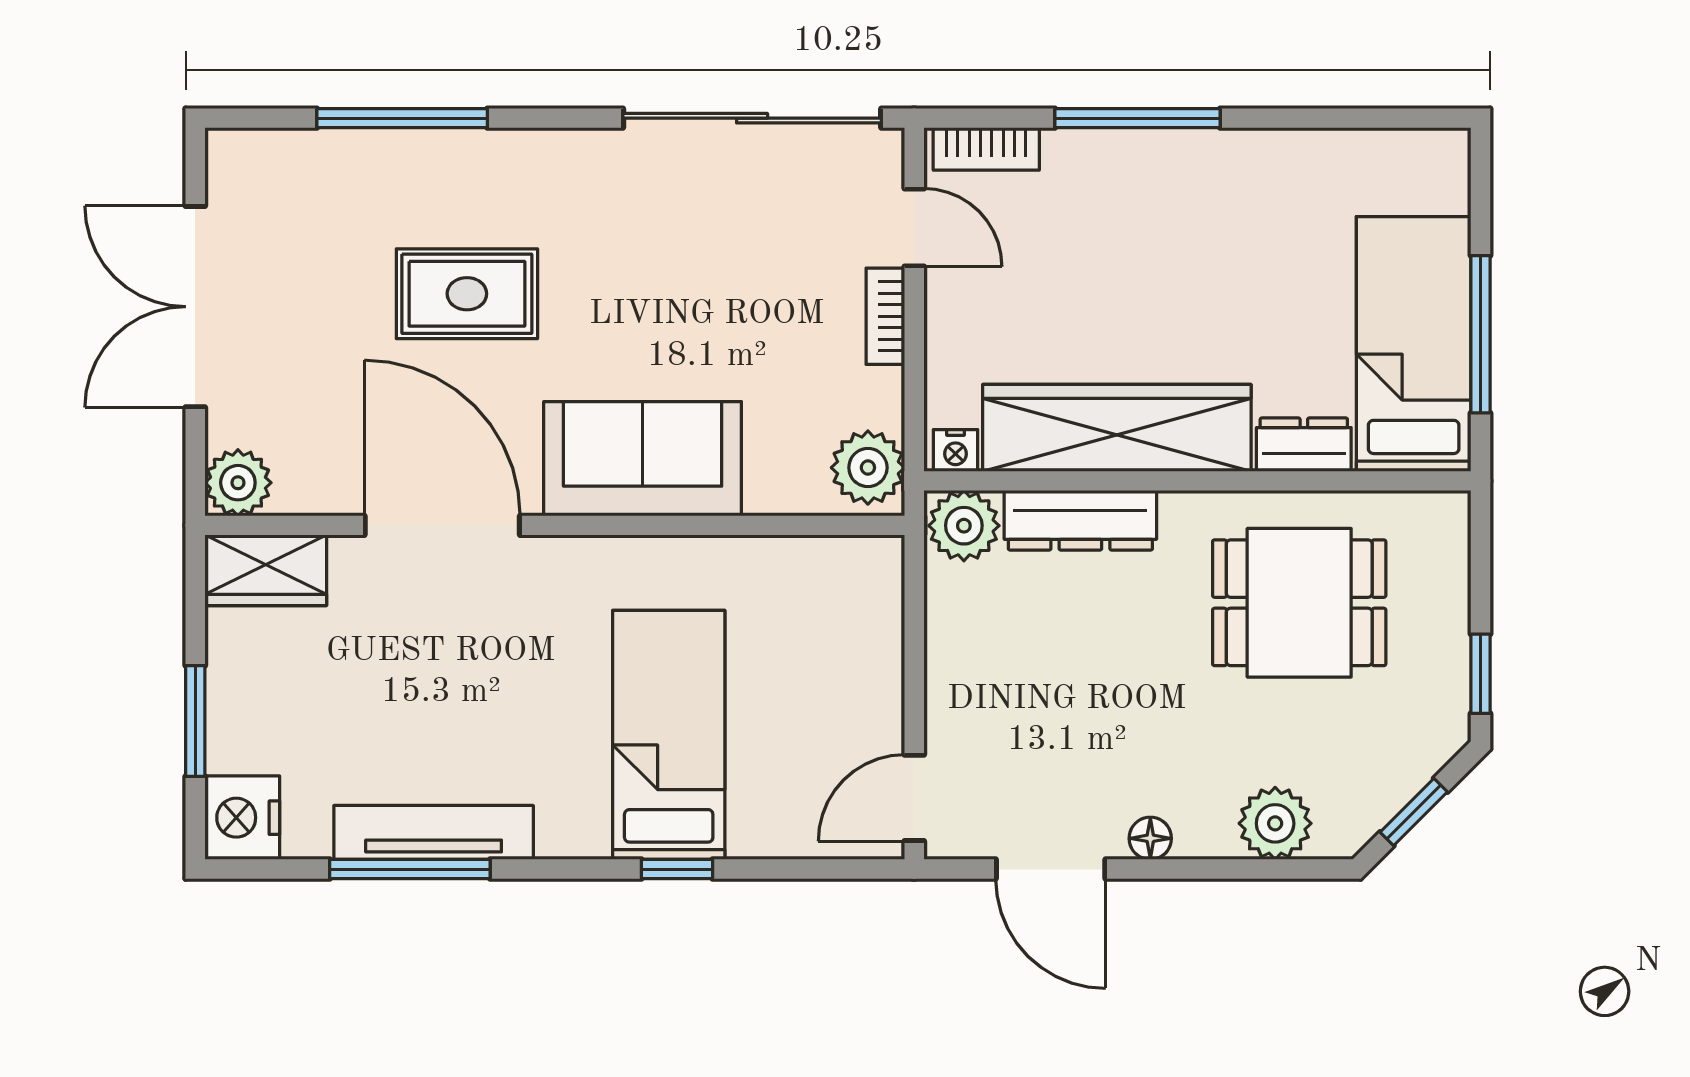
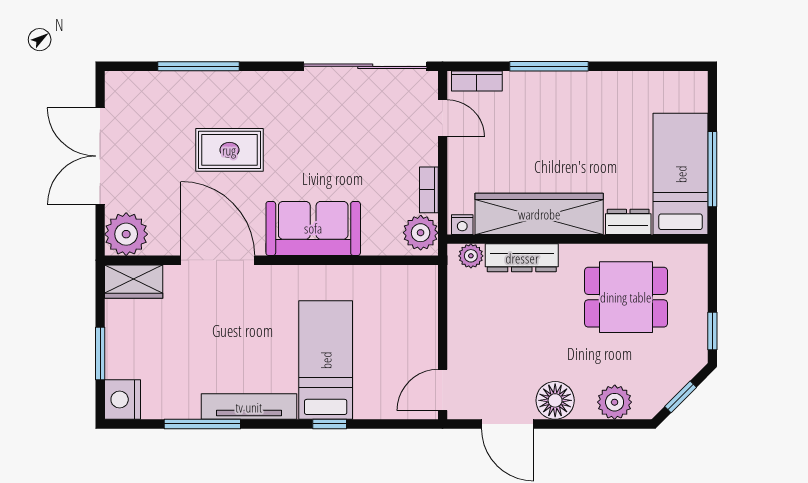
bookcase: (885, 316) -> (429, 190), moved
plant: (238, 483) -> (126, 234), width x1.36, depth x1.36
plant: (964, 526) -> (471, 256), width x0.73, depth x0.73
tv unit: (434, 832) -> (249, 407), moved
floor lamp: (1150, 838) -> (555, 400), width x1.89, depth x1.89

